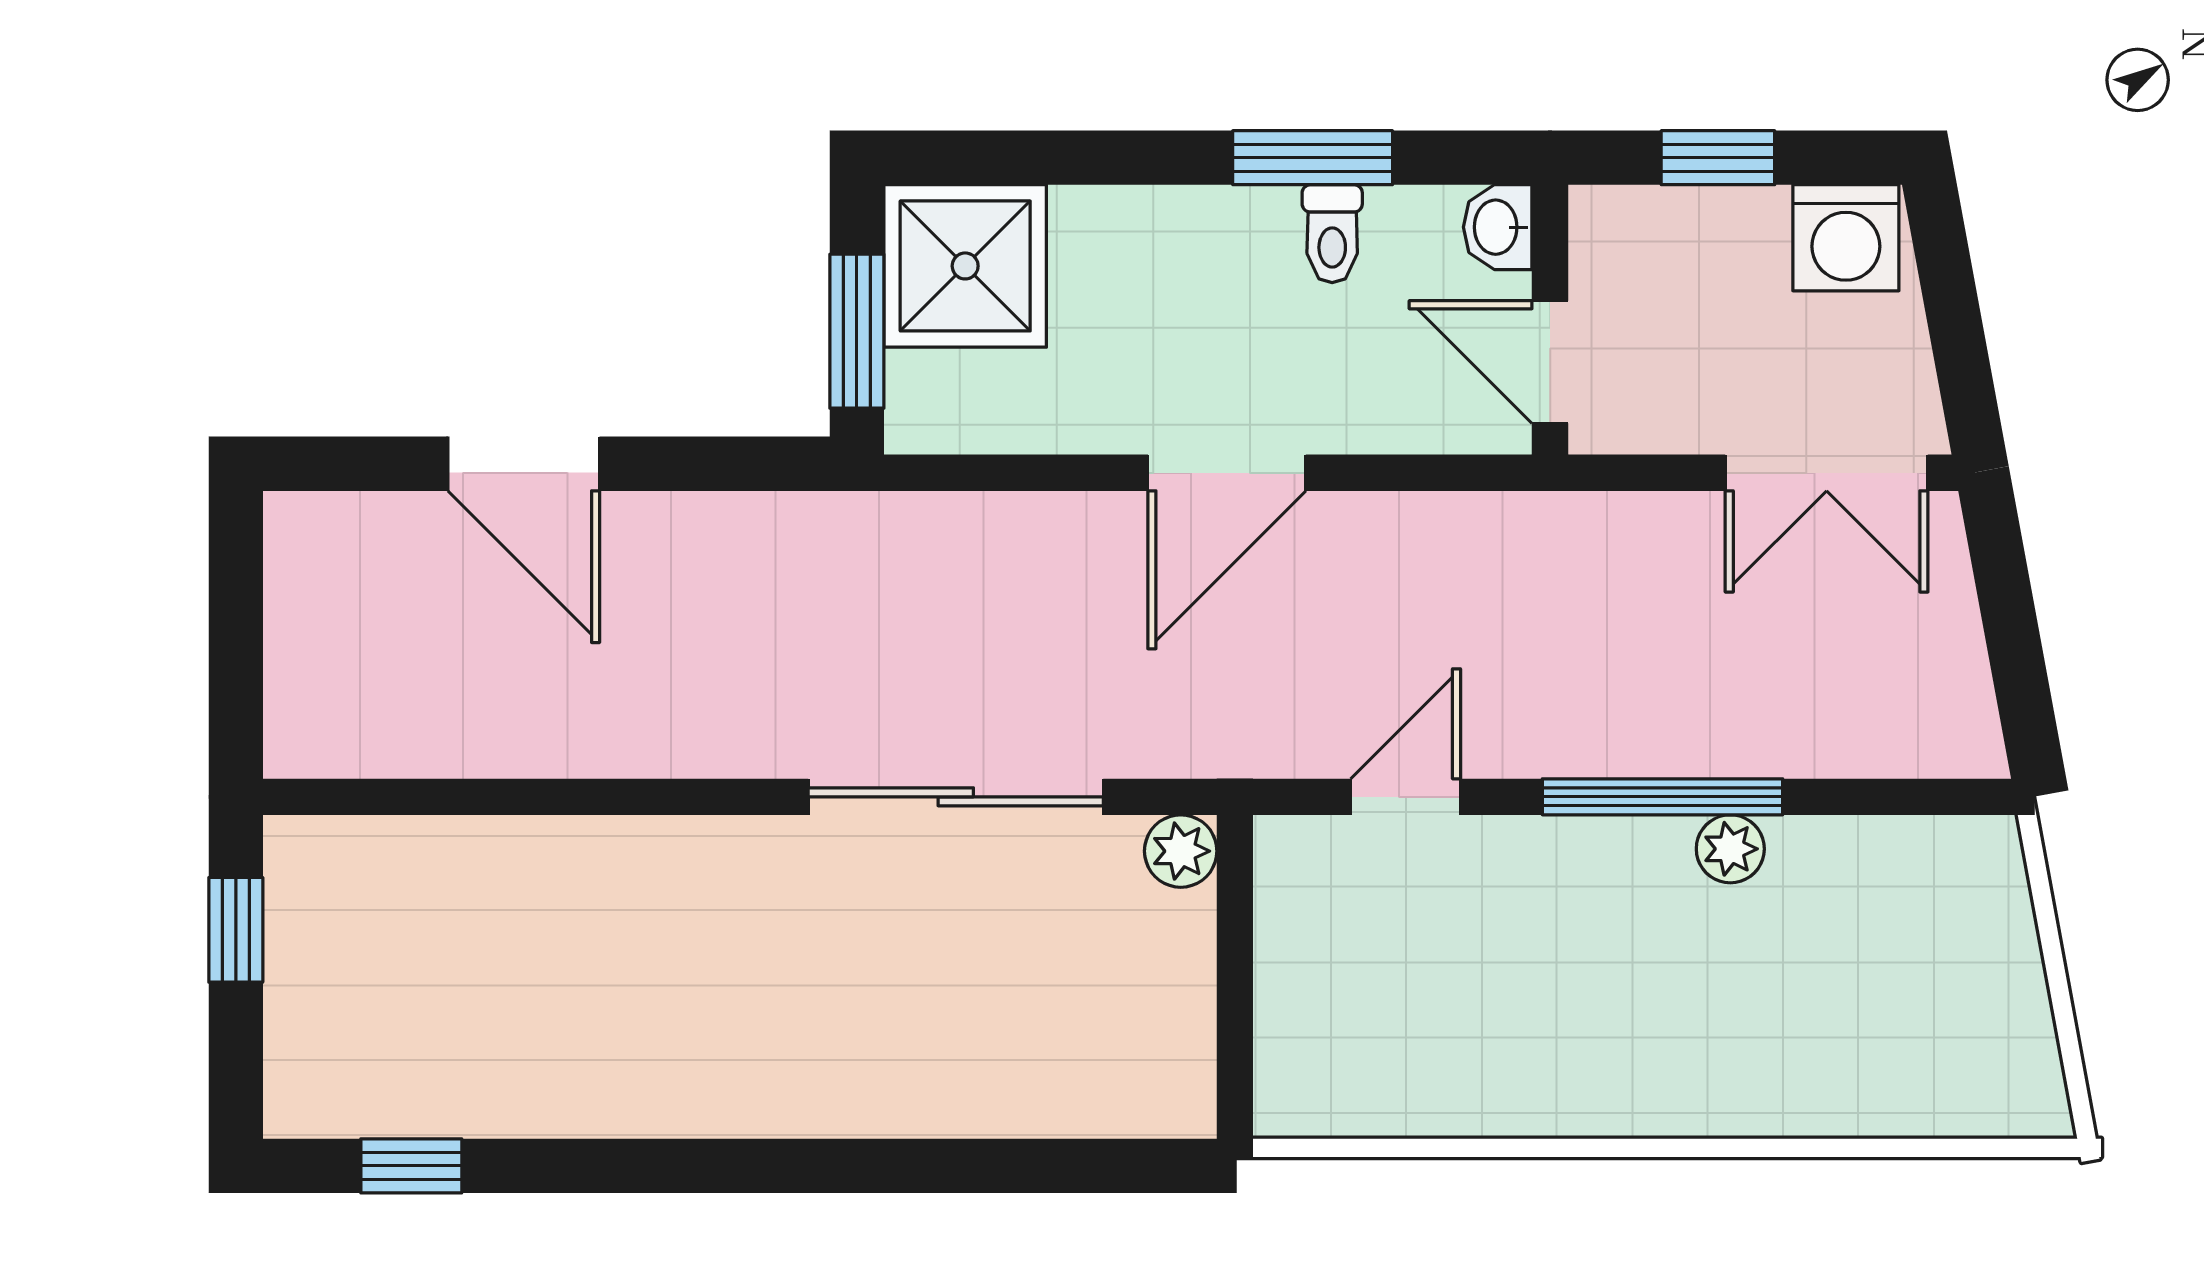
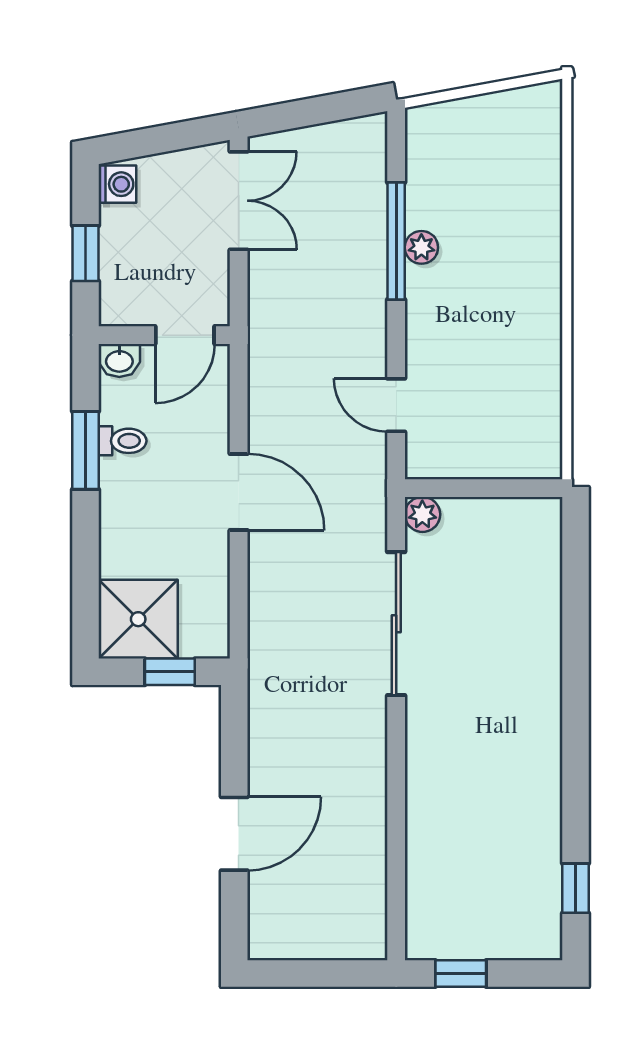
washing machine: (1846, 238) -> (117, 184), width x0.73, depth x0.73
window: (857, 331) -> (170, 672), width x0.67
window: (1663, 797) -> (396, 241), moved

